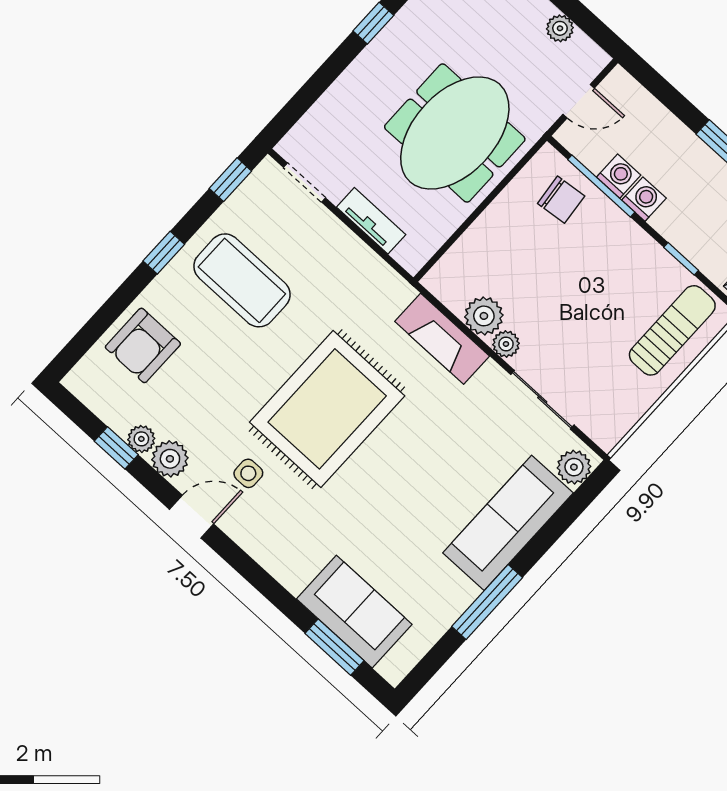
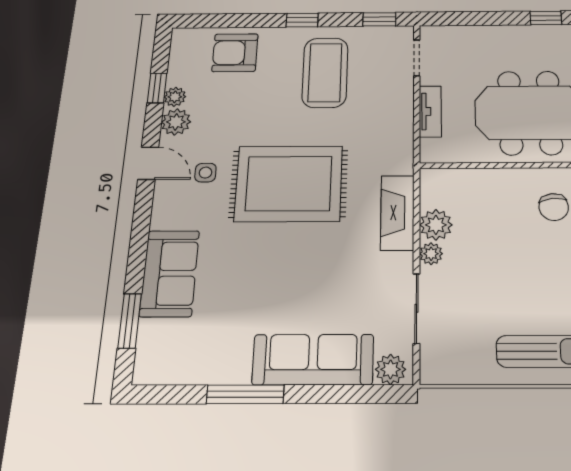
sofa: (354, 612) -> (170, 273), moved

